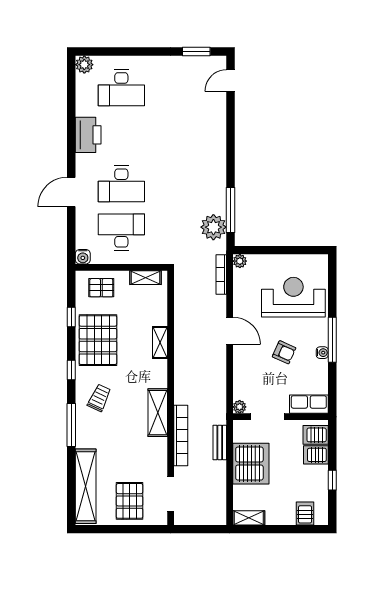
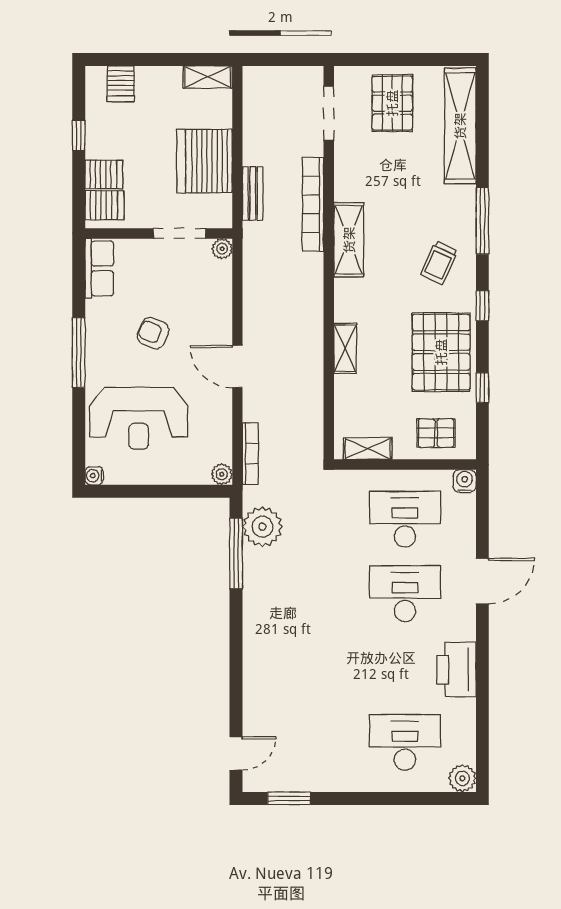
desk: (121, 232) -> (405, 519), turned 180
water cooler: (322, 353) -> (94, 476), moved
row of seats: (309, 404) -> (99, 268), moved, turned -90

